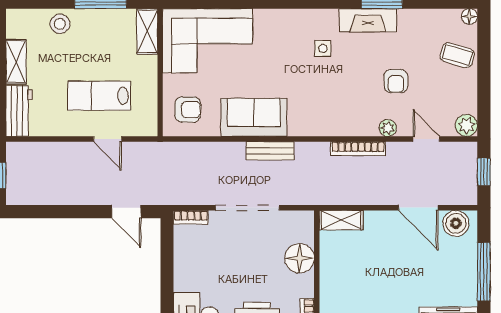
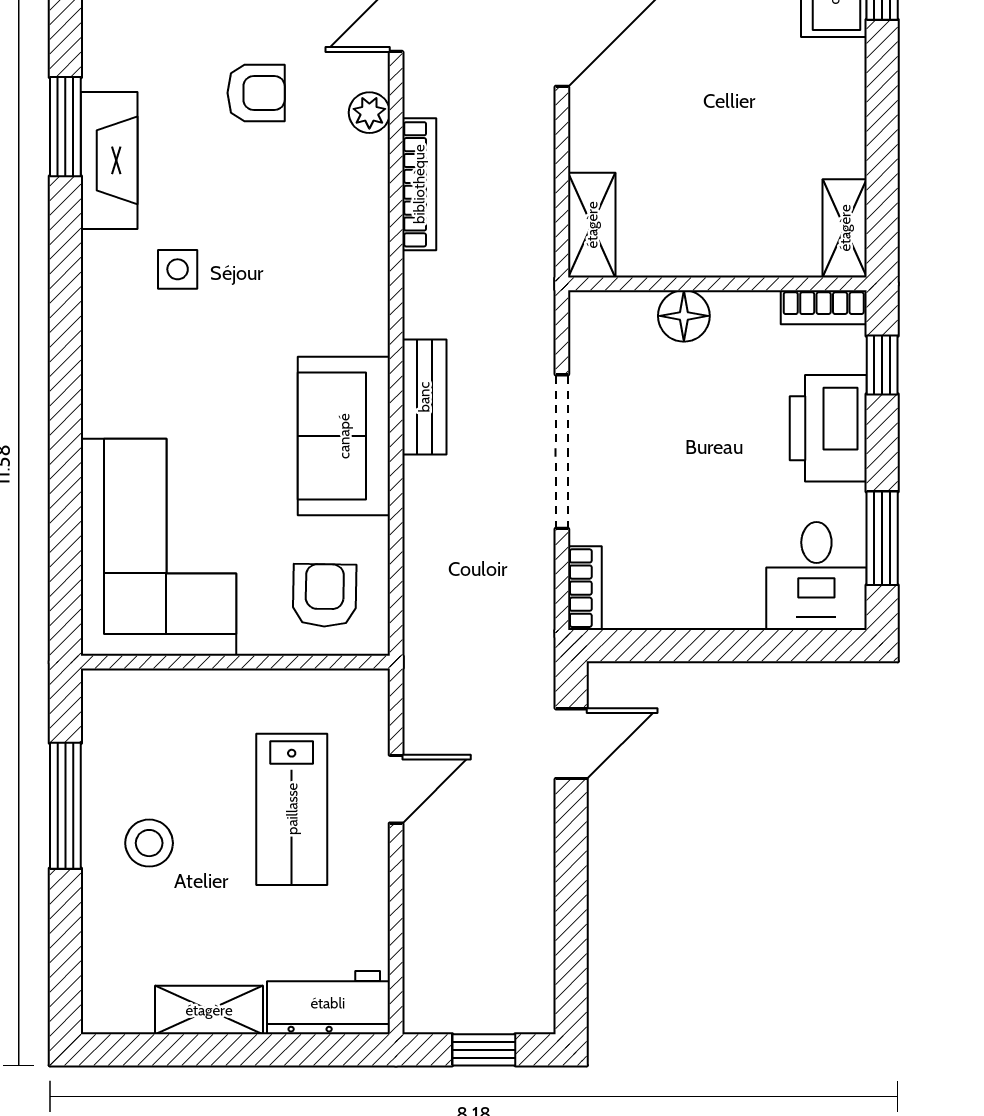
stool: (60, 24) -> (149, 843), moved
shelving: (147, 31) -> (136, 693), removed
floor lamp: (300, 258) -> (684, 316), width x0.73, depth x0.73

